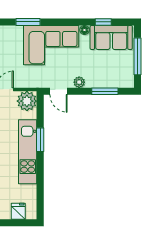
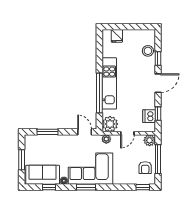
window: (28, 22) -> (86, 187), moved
window: (137, 56) -> (22, 160), width x0.69
plant: (79, 82) -> (106, 139), moved
window: (40, 140) -> (99, 93), width x2.11

